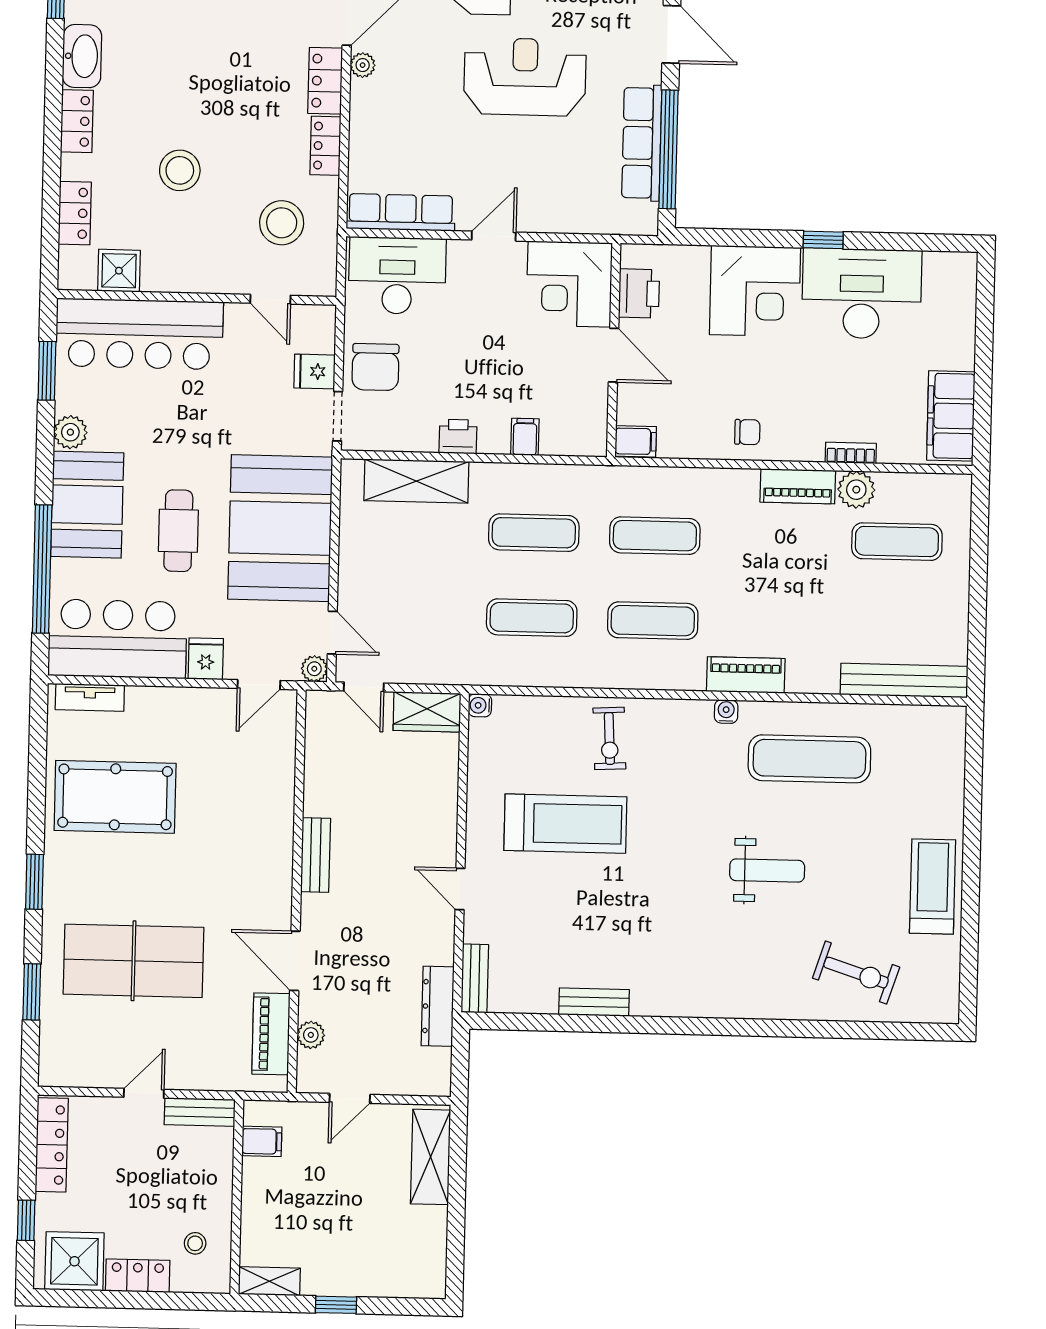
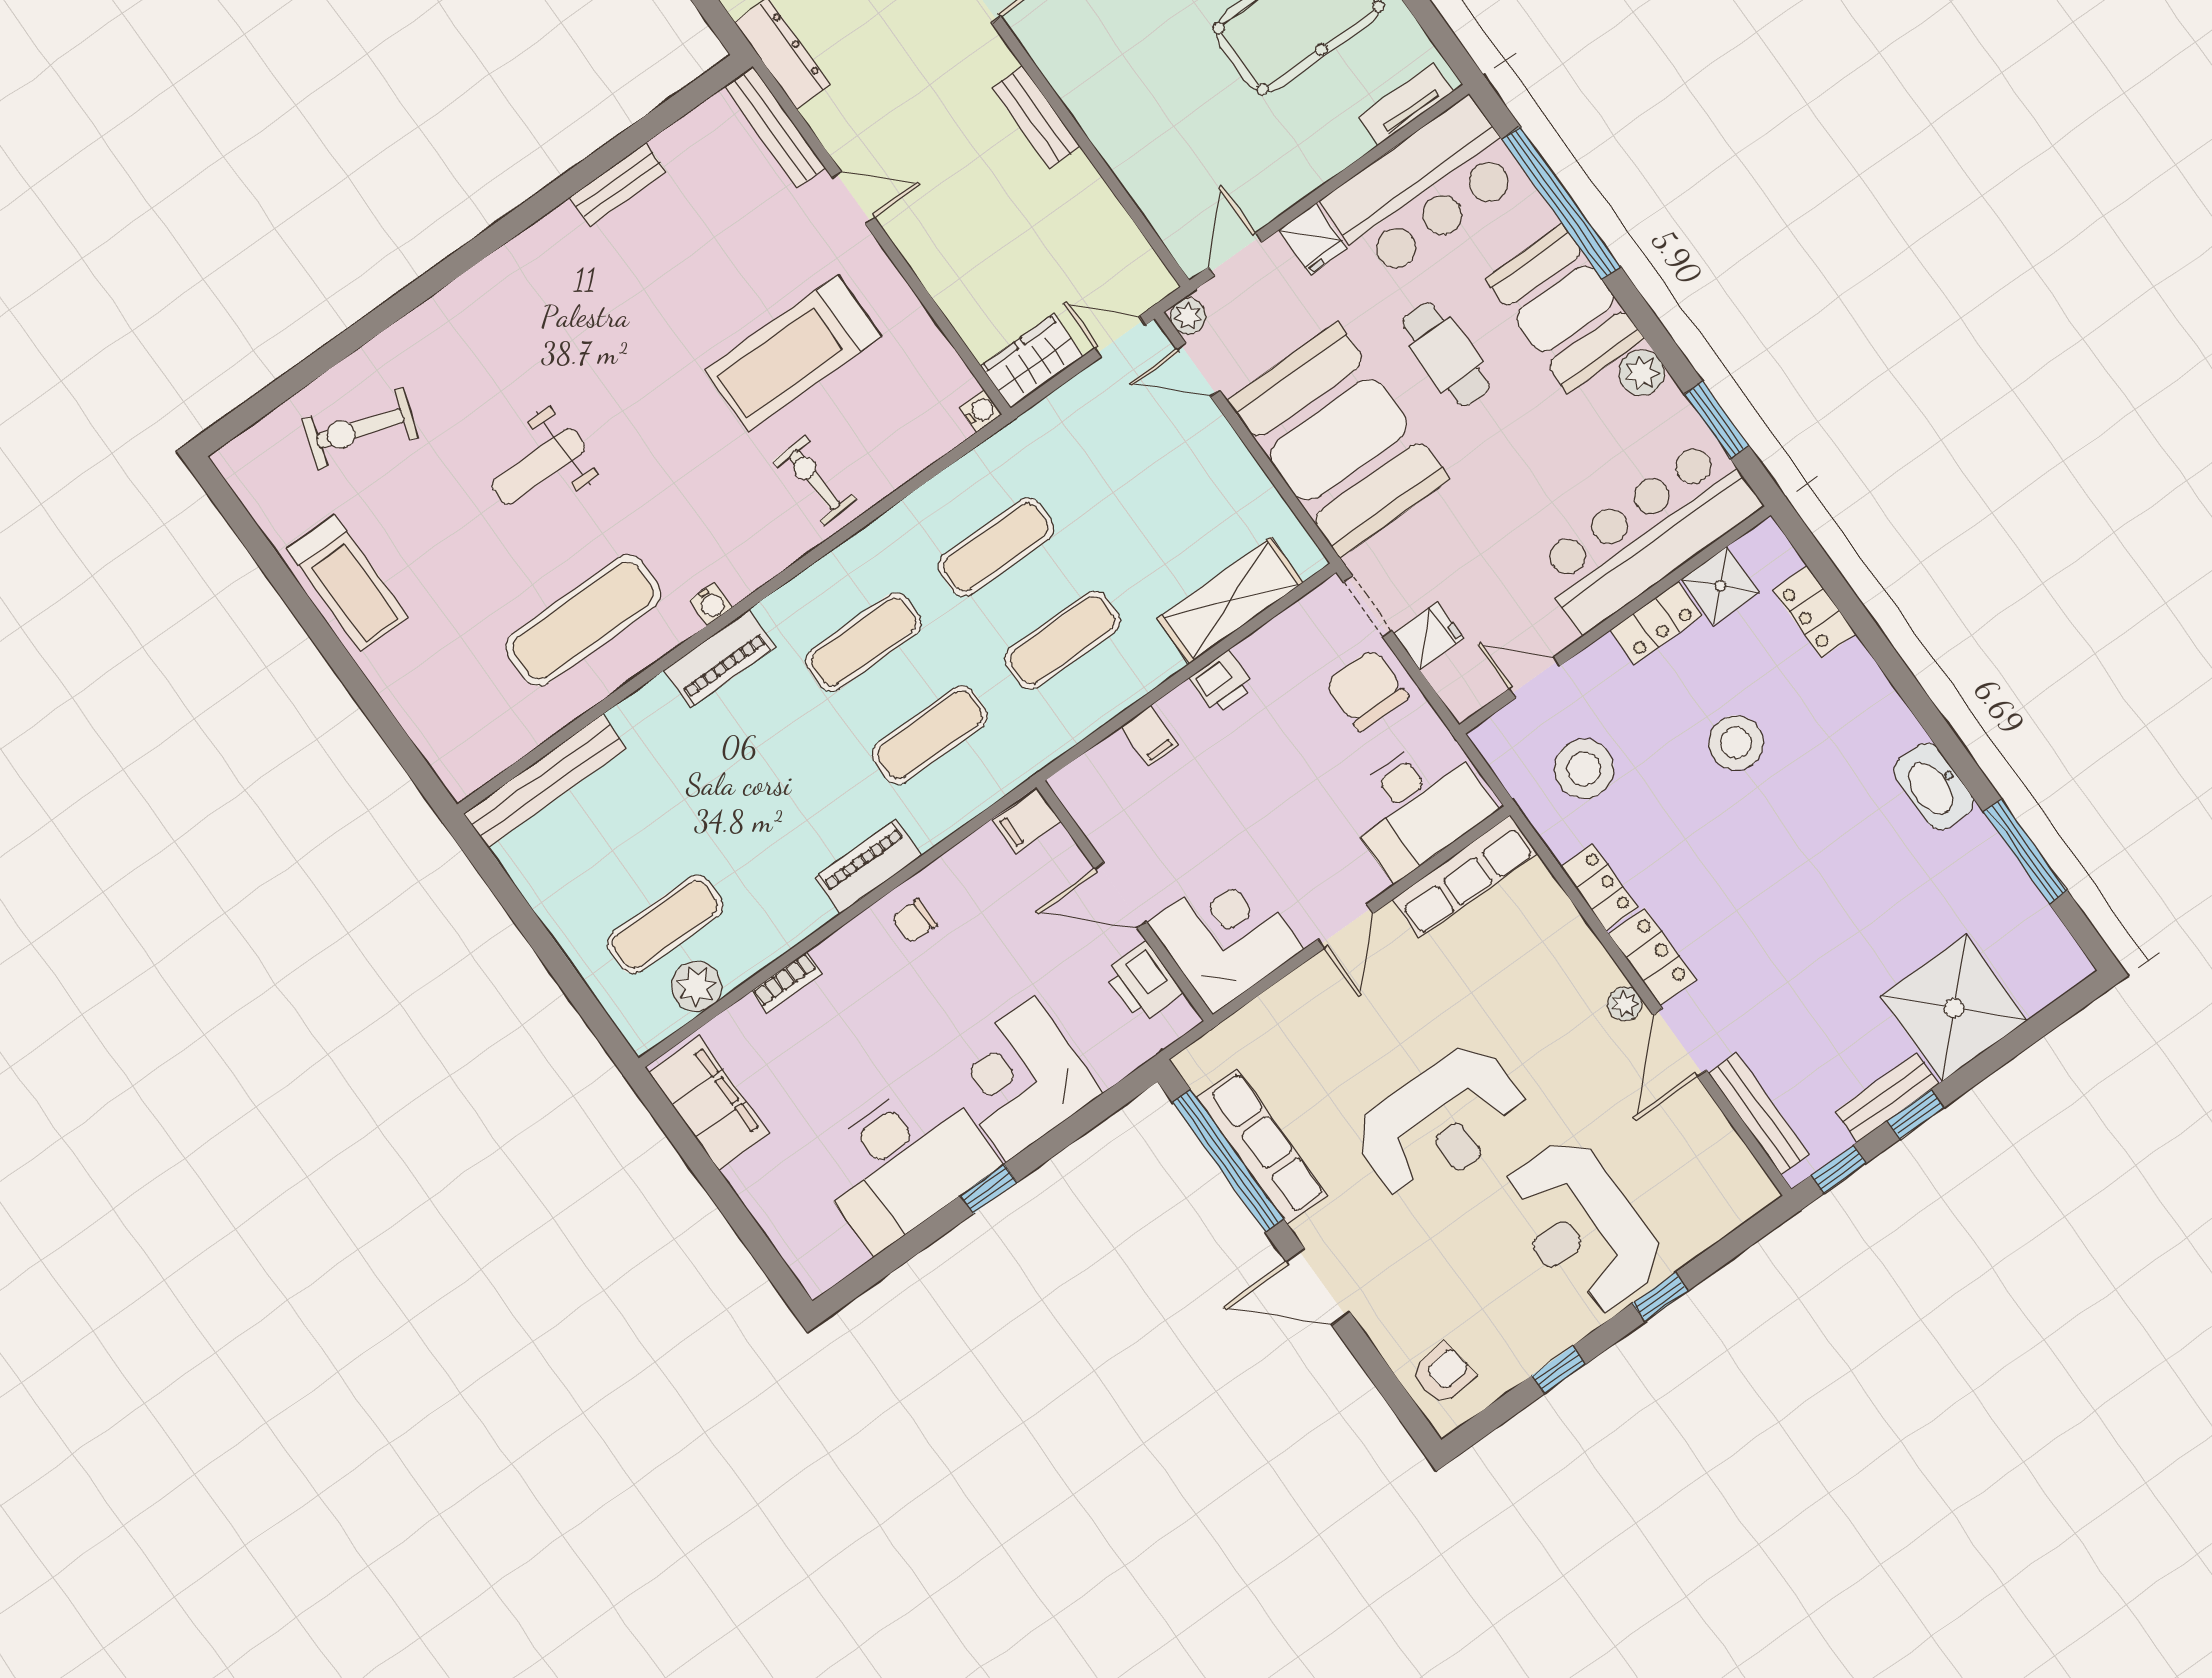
locker: (77, 121) -> (1656, 623), moved, turned -90
piano: (798, 486) -> (868, 866), moved
plant: (856, 490) -> (697, 986), moved
bench: (475, 978) -> (775, 127), width x1.36

